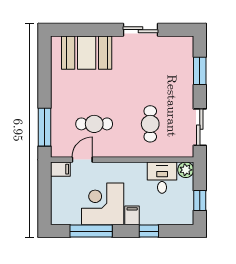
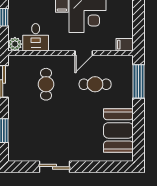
booth: (87, 53) -> (118, 130), moved, turned 90
door: (82, 160) -> (84, 53), moved

